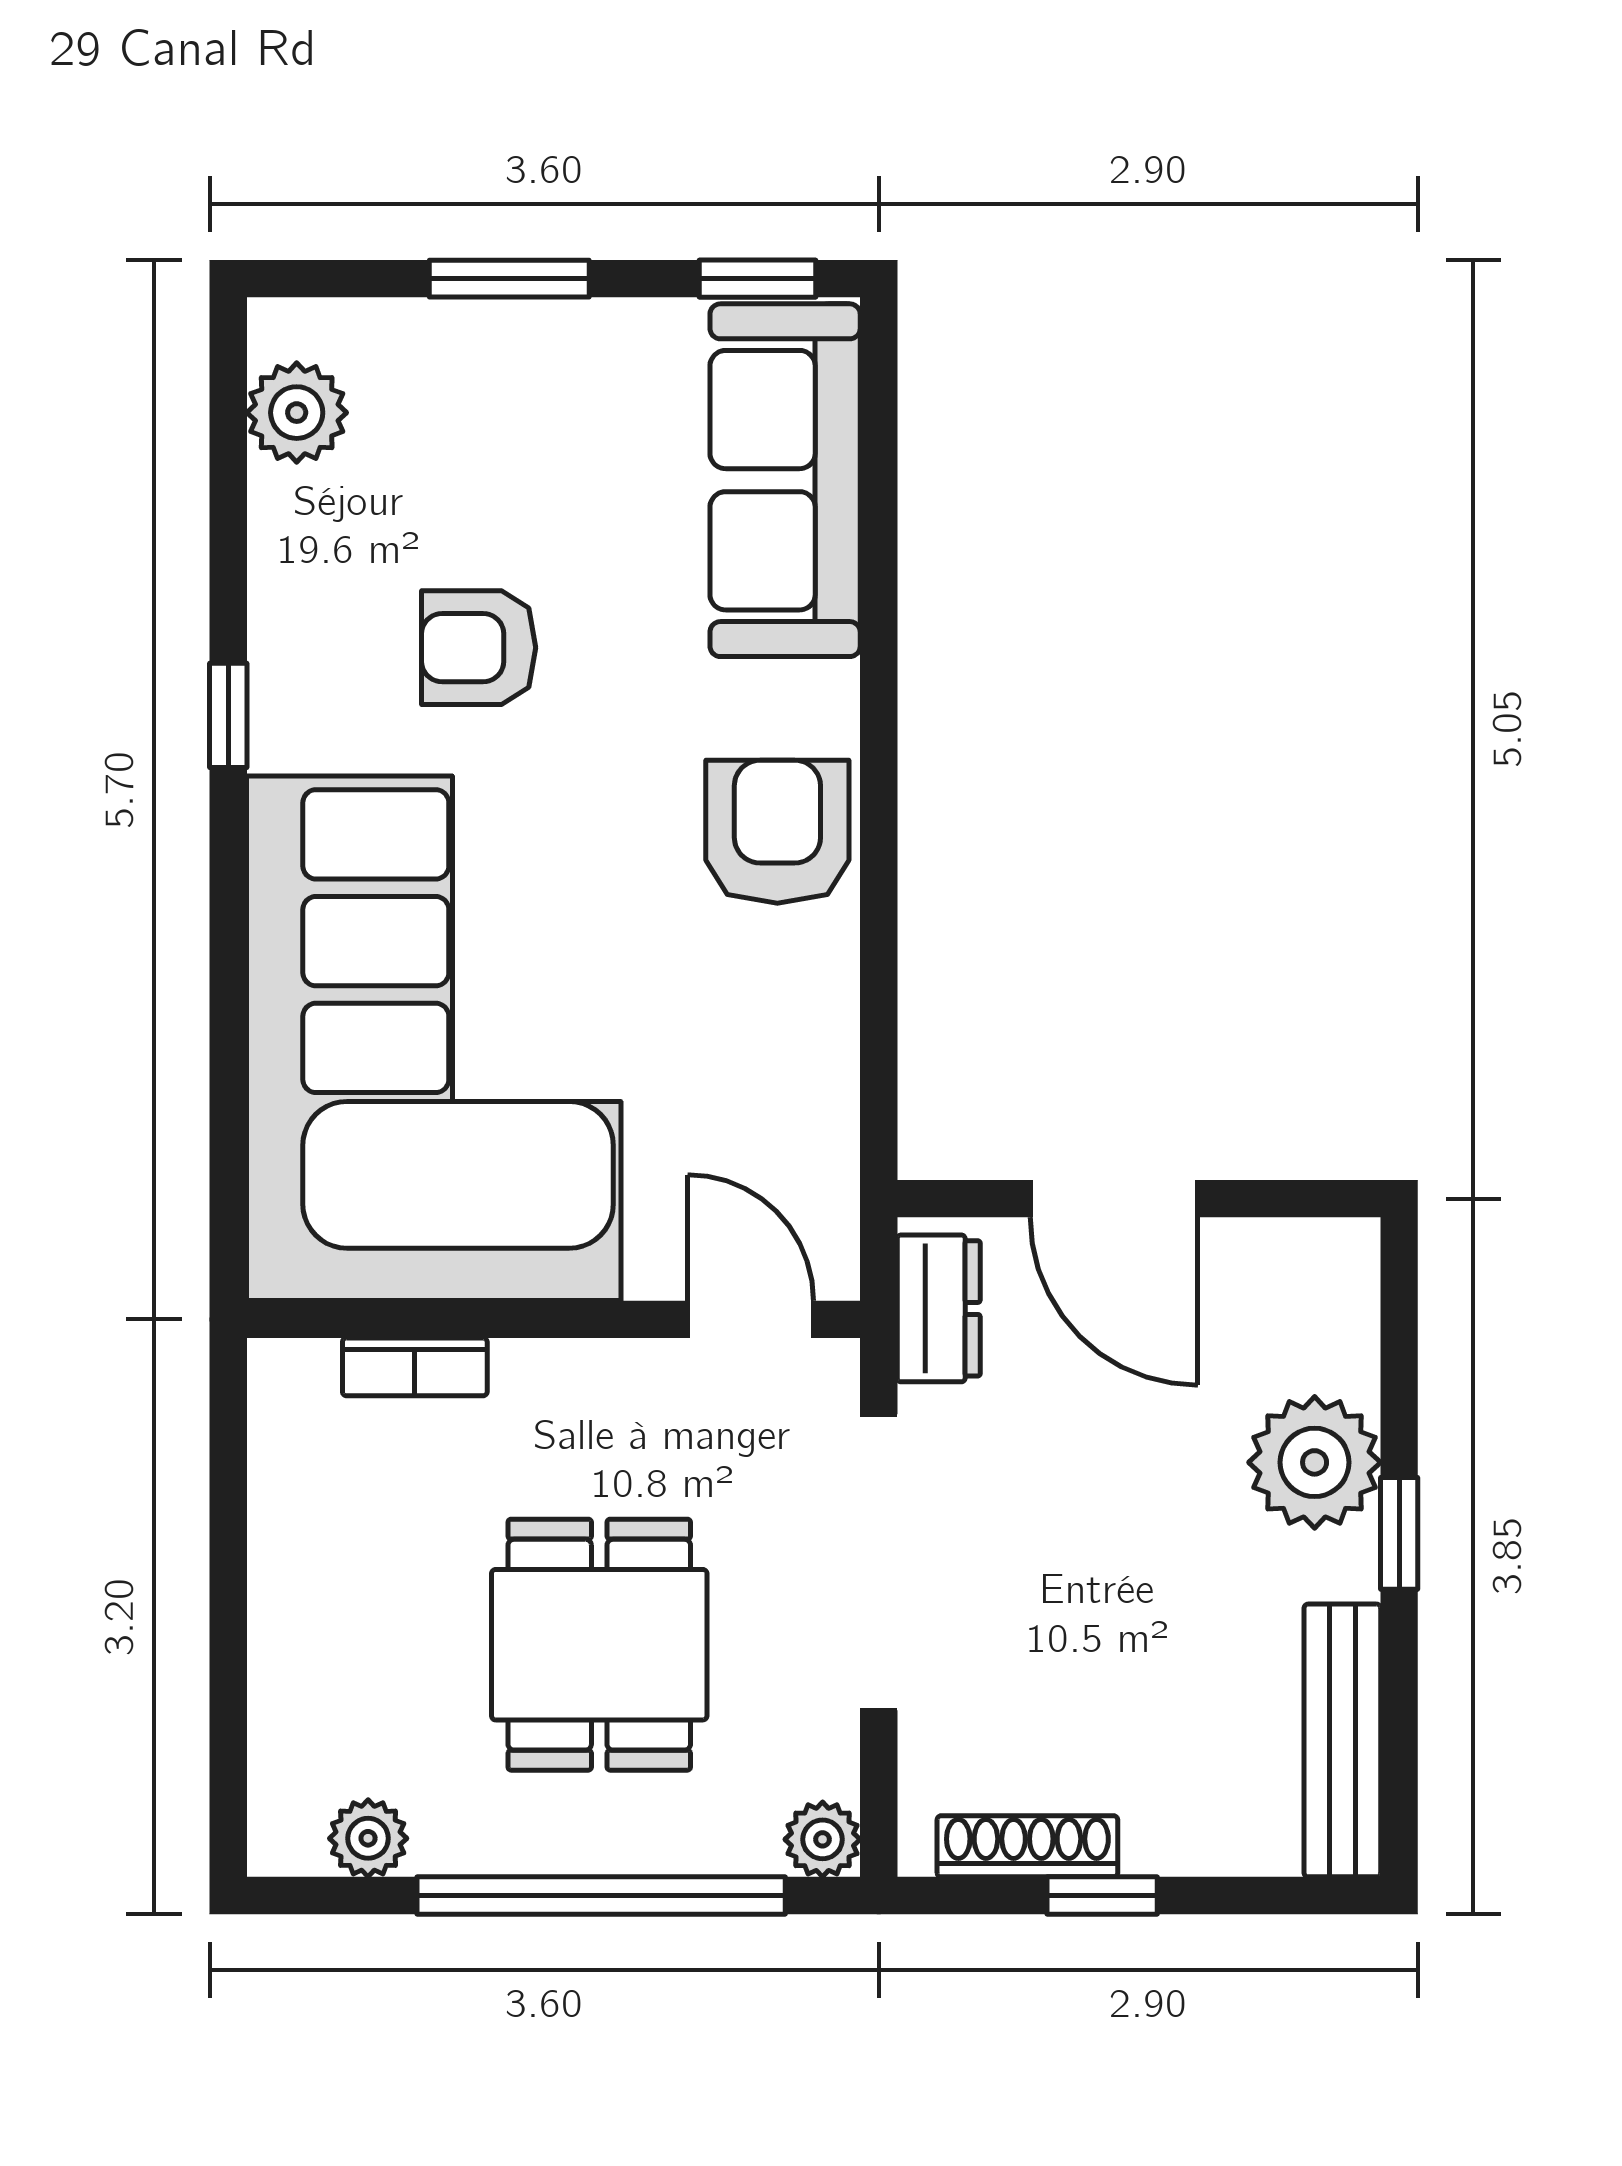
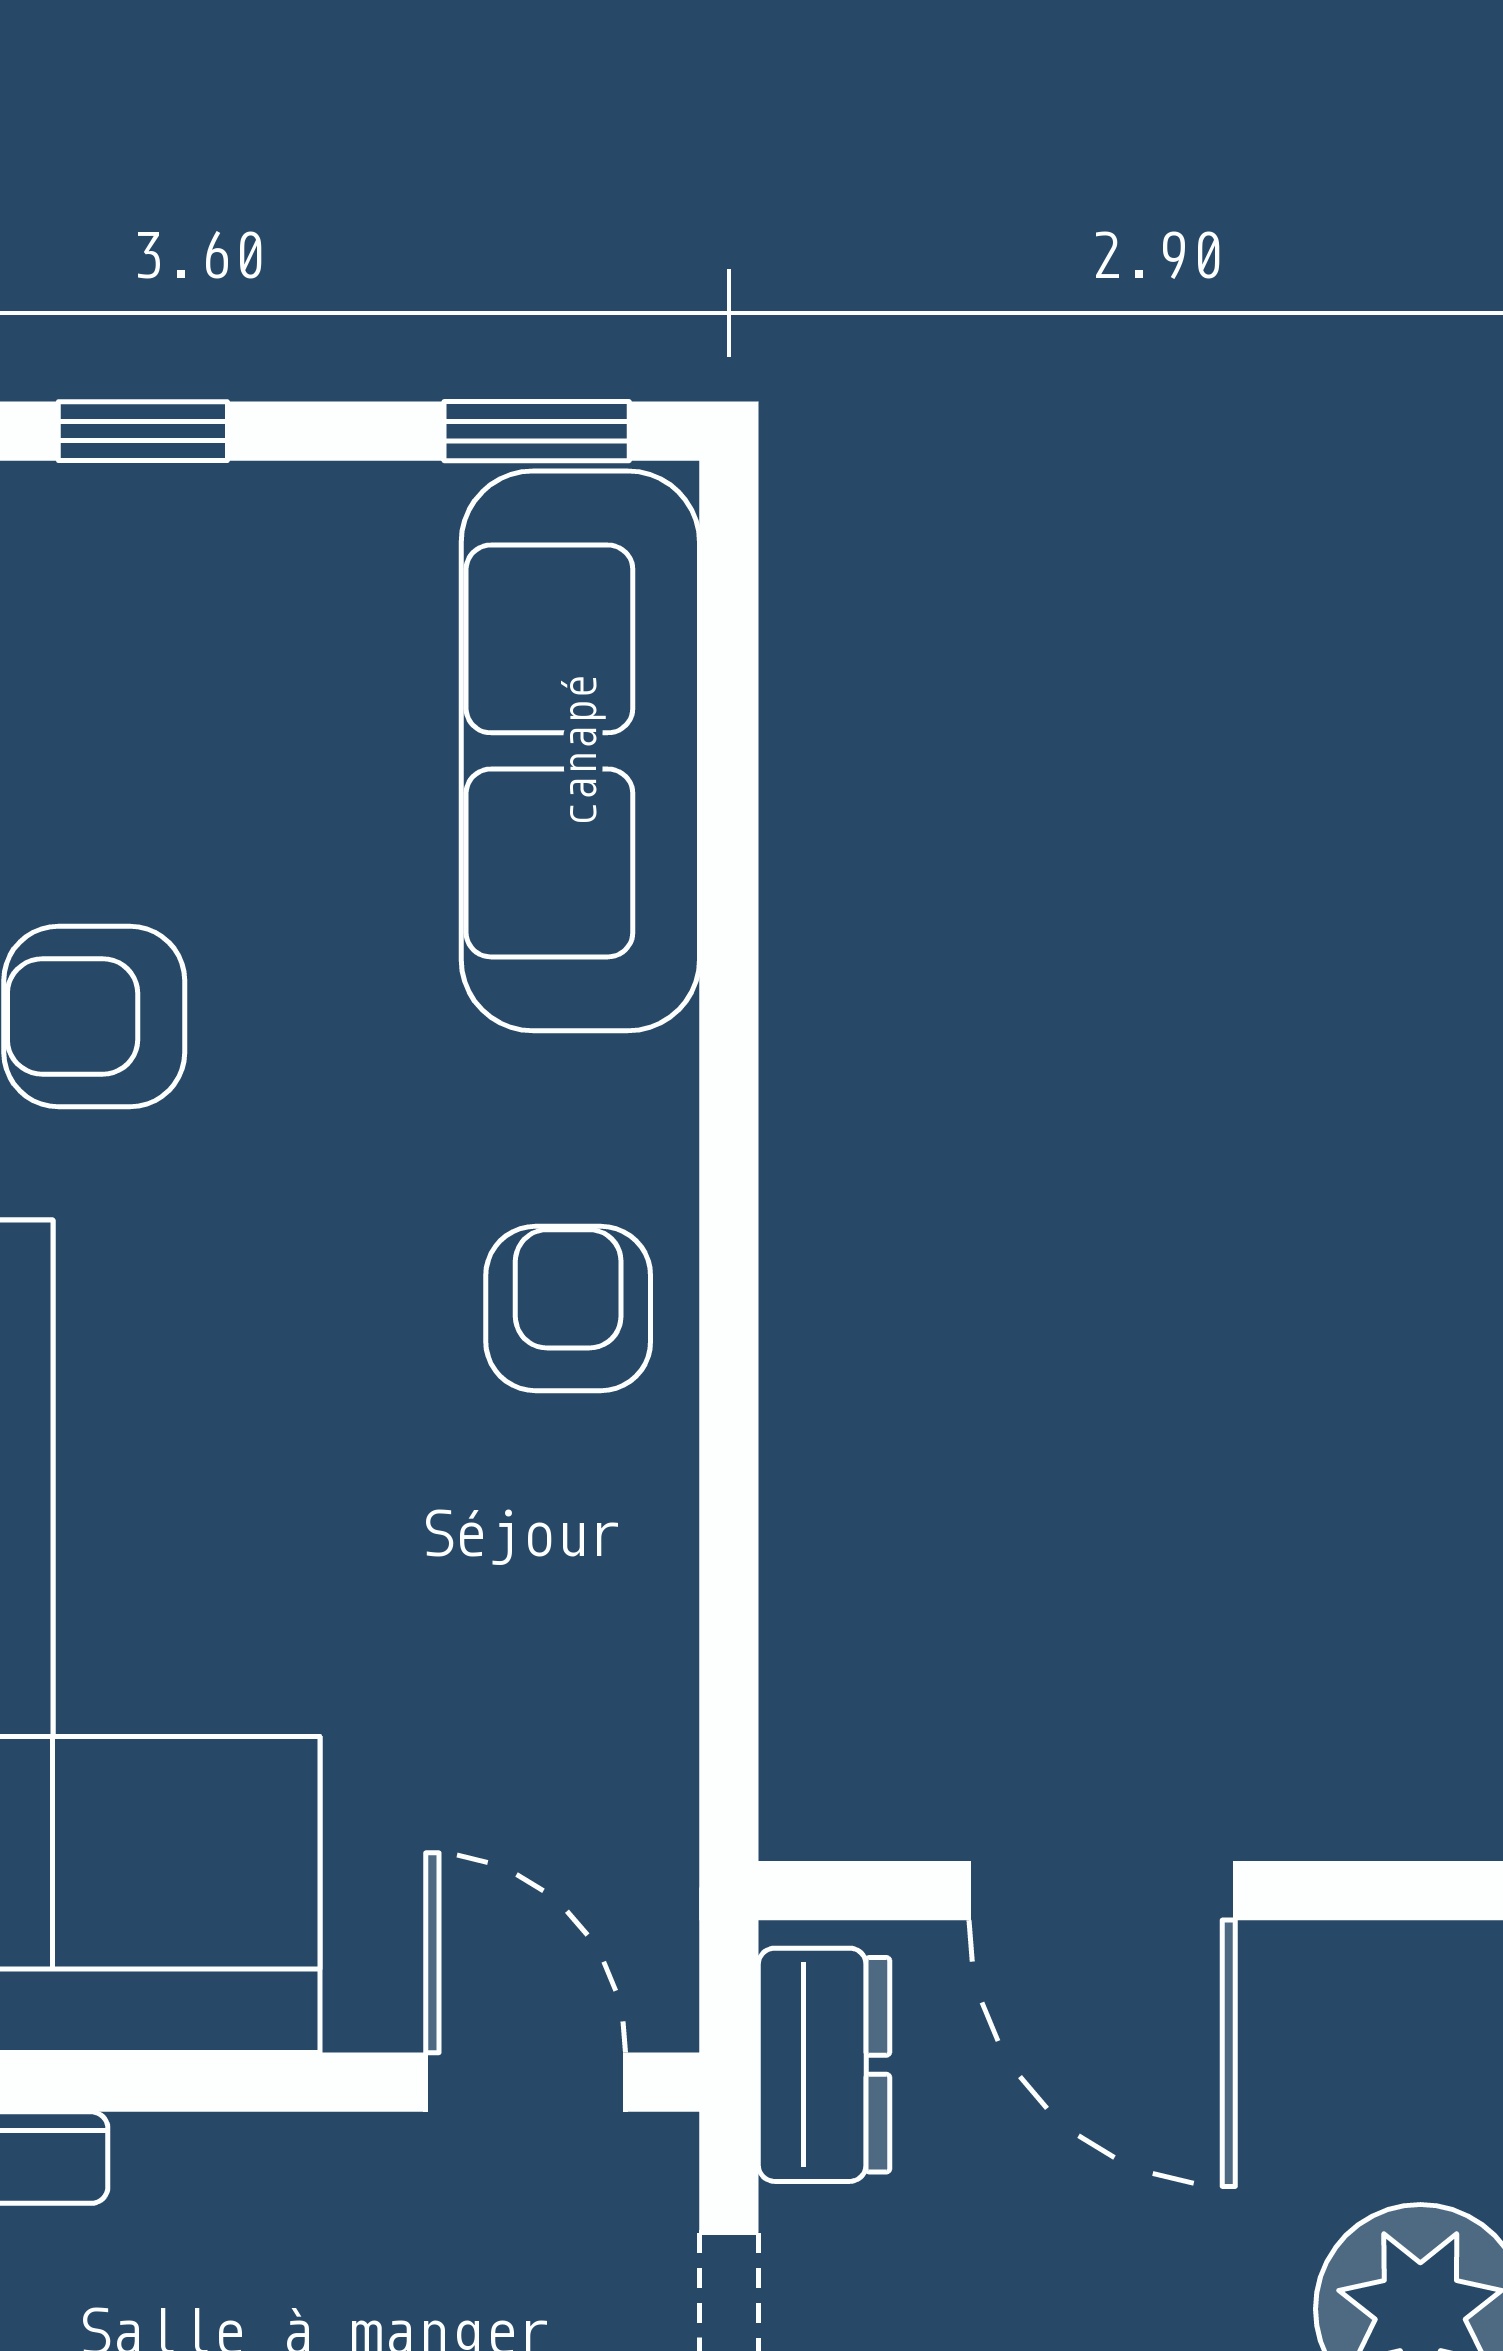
window: (509, 279) -> (143, 431), width x0.67
armchair: (777, 832) -> (568, 1309), width x0.72, depth x0.72

